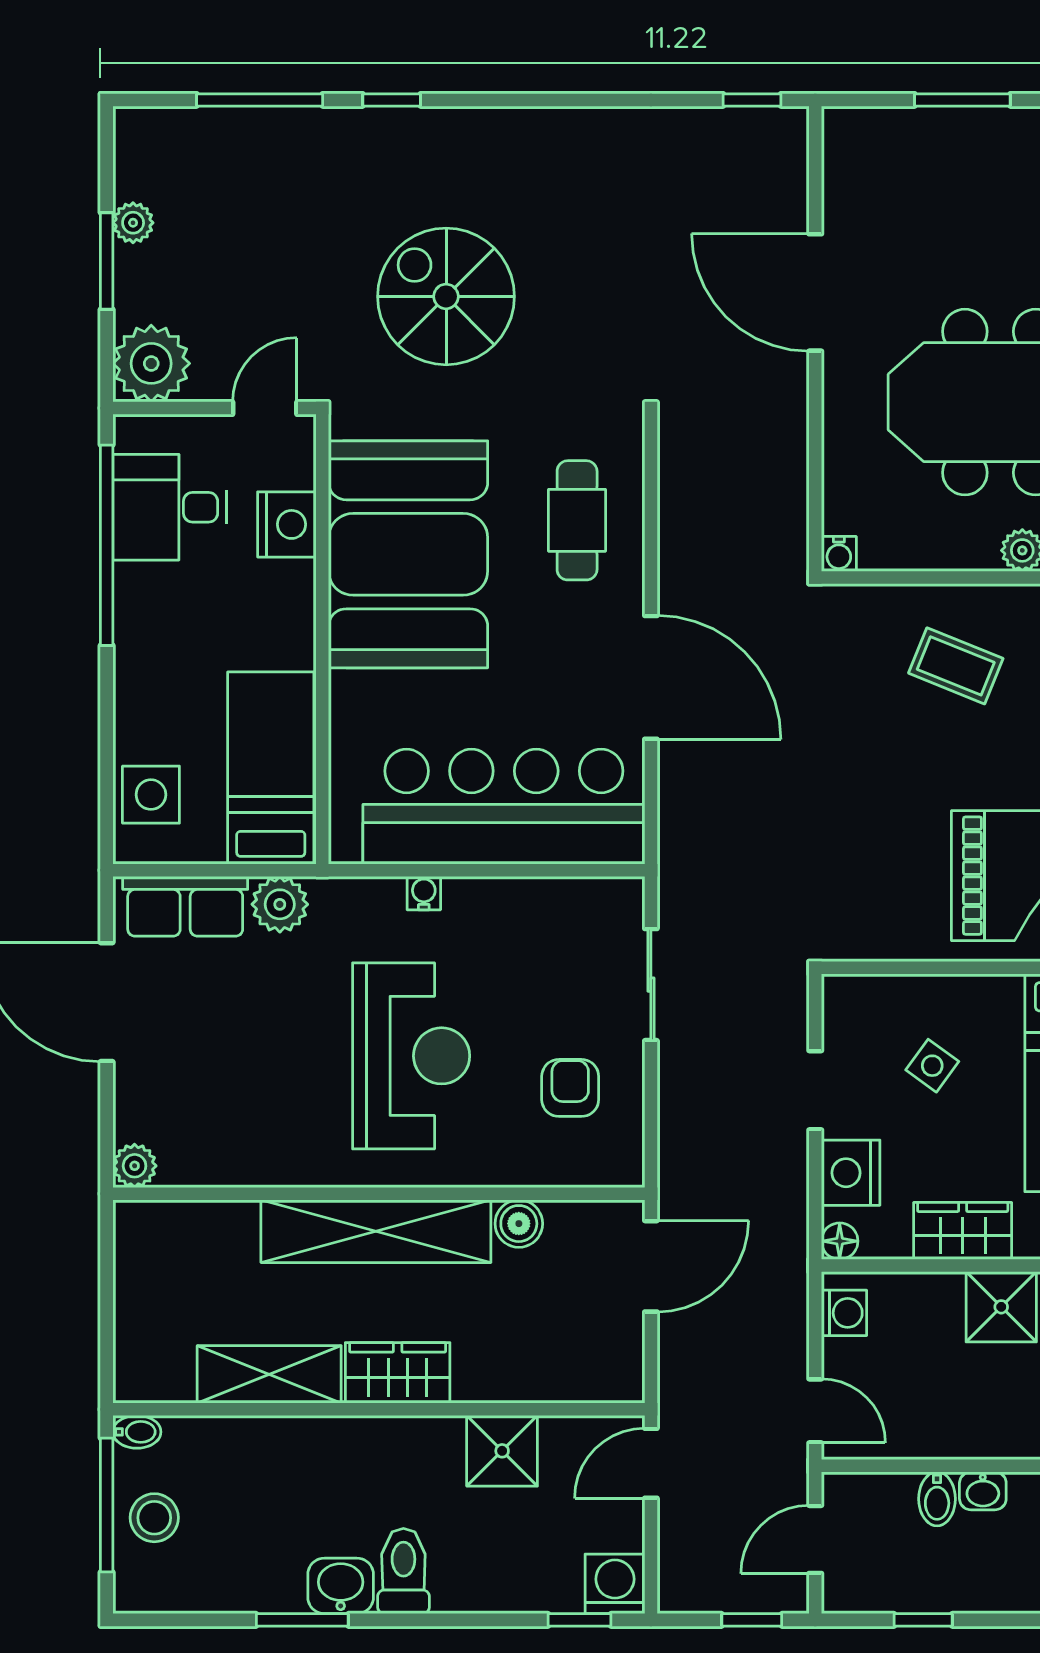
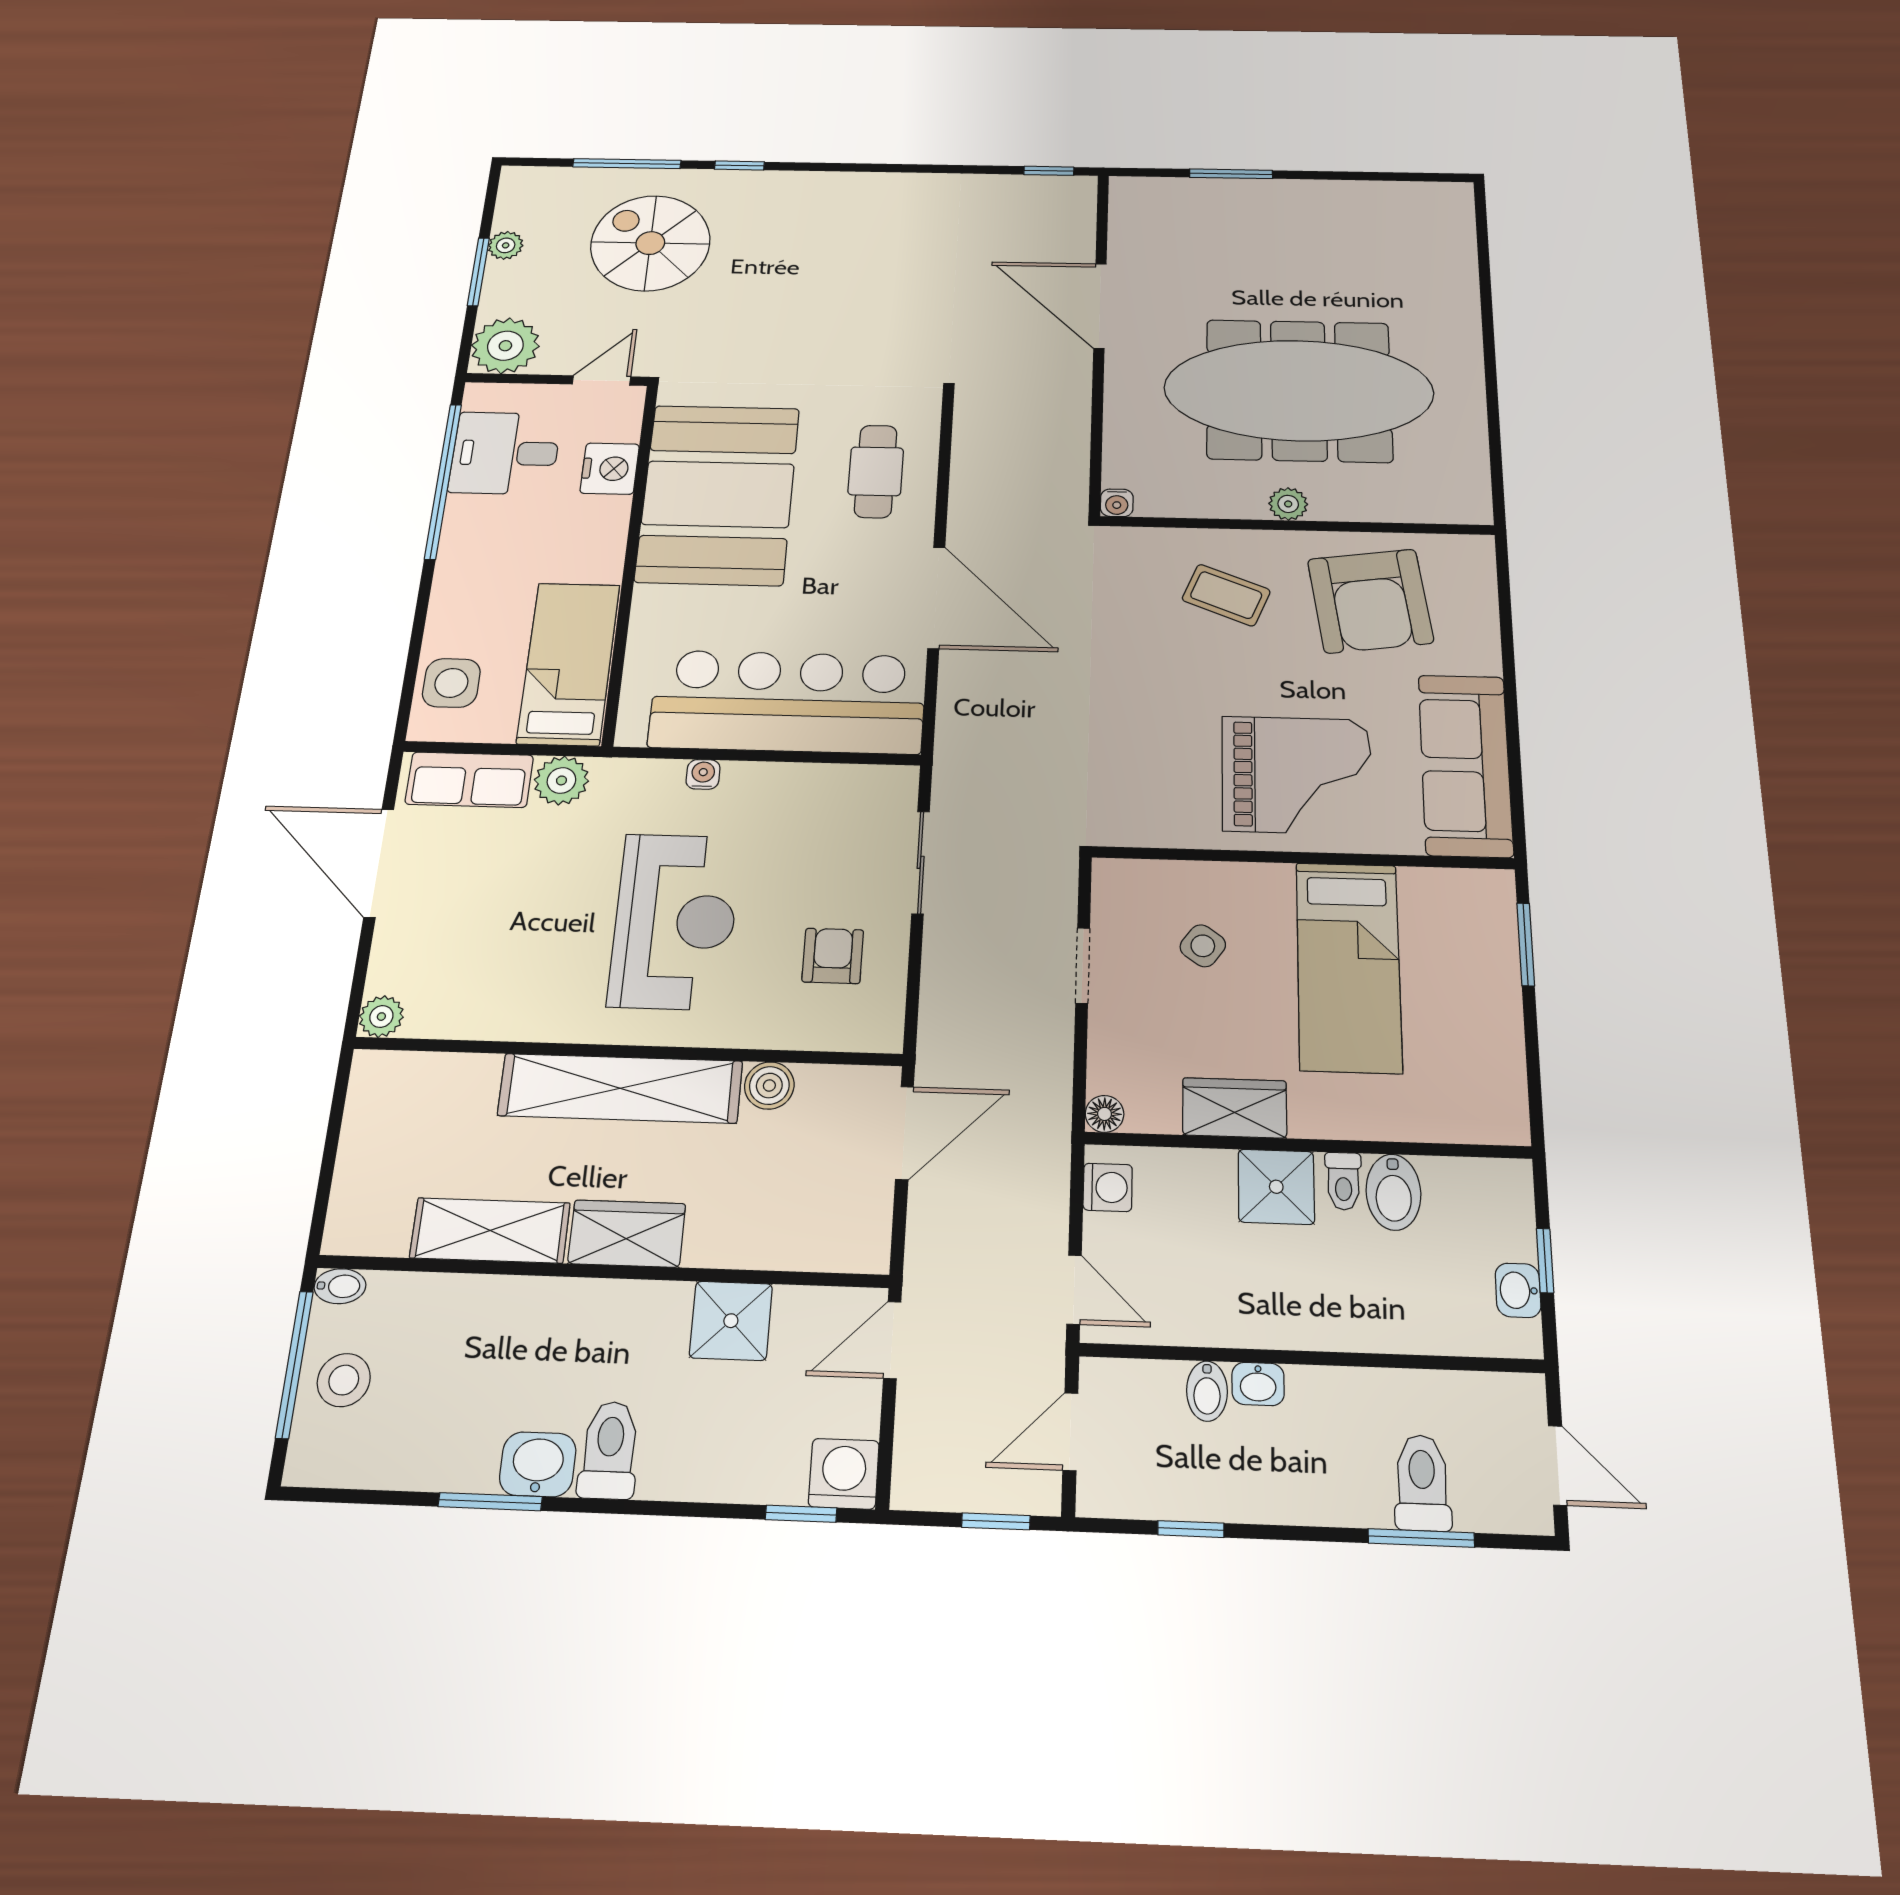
spiral stairs: (446, 296) -> (650, 243), moved
nightstand: (851, 1173) -> (1117, 1046), removed

